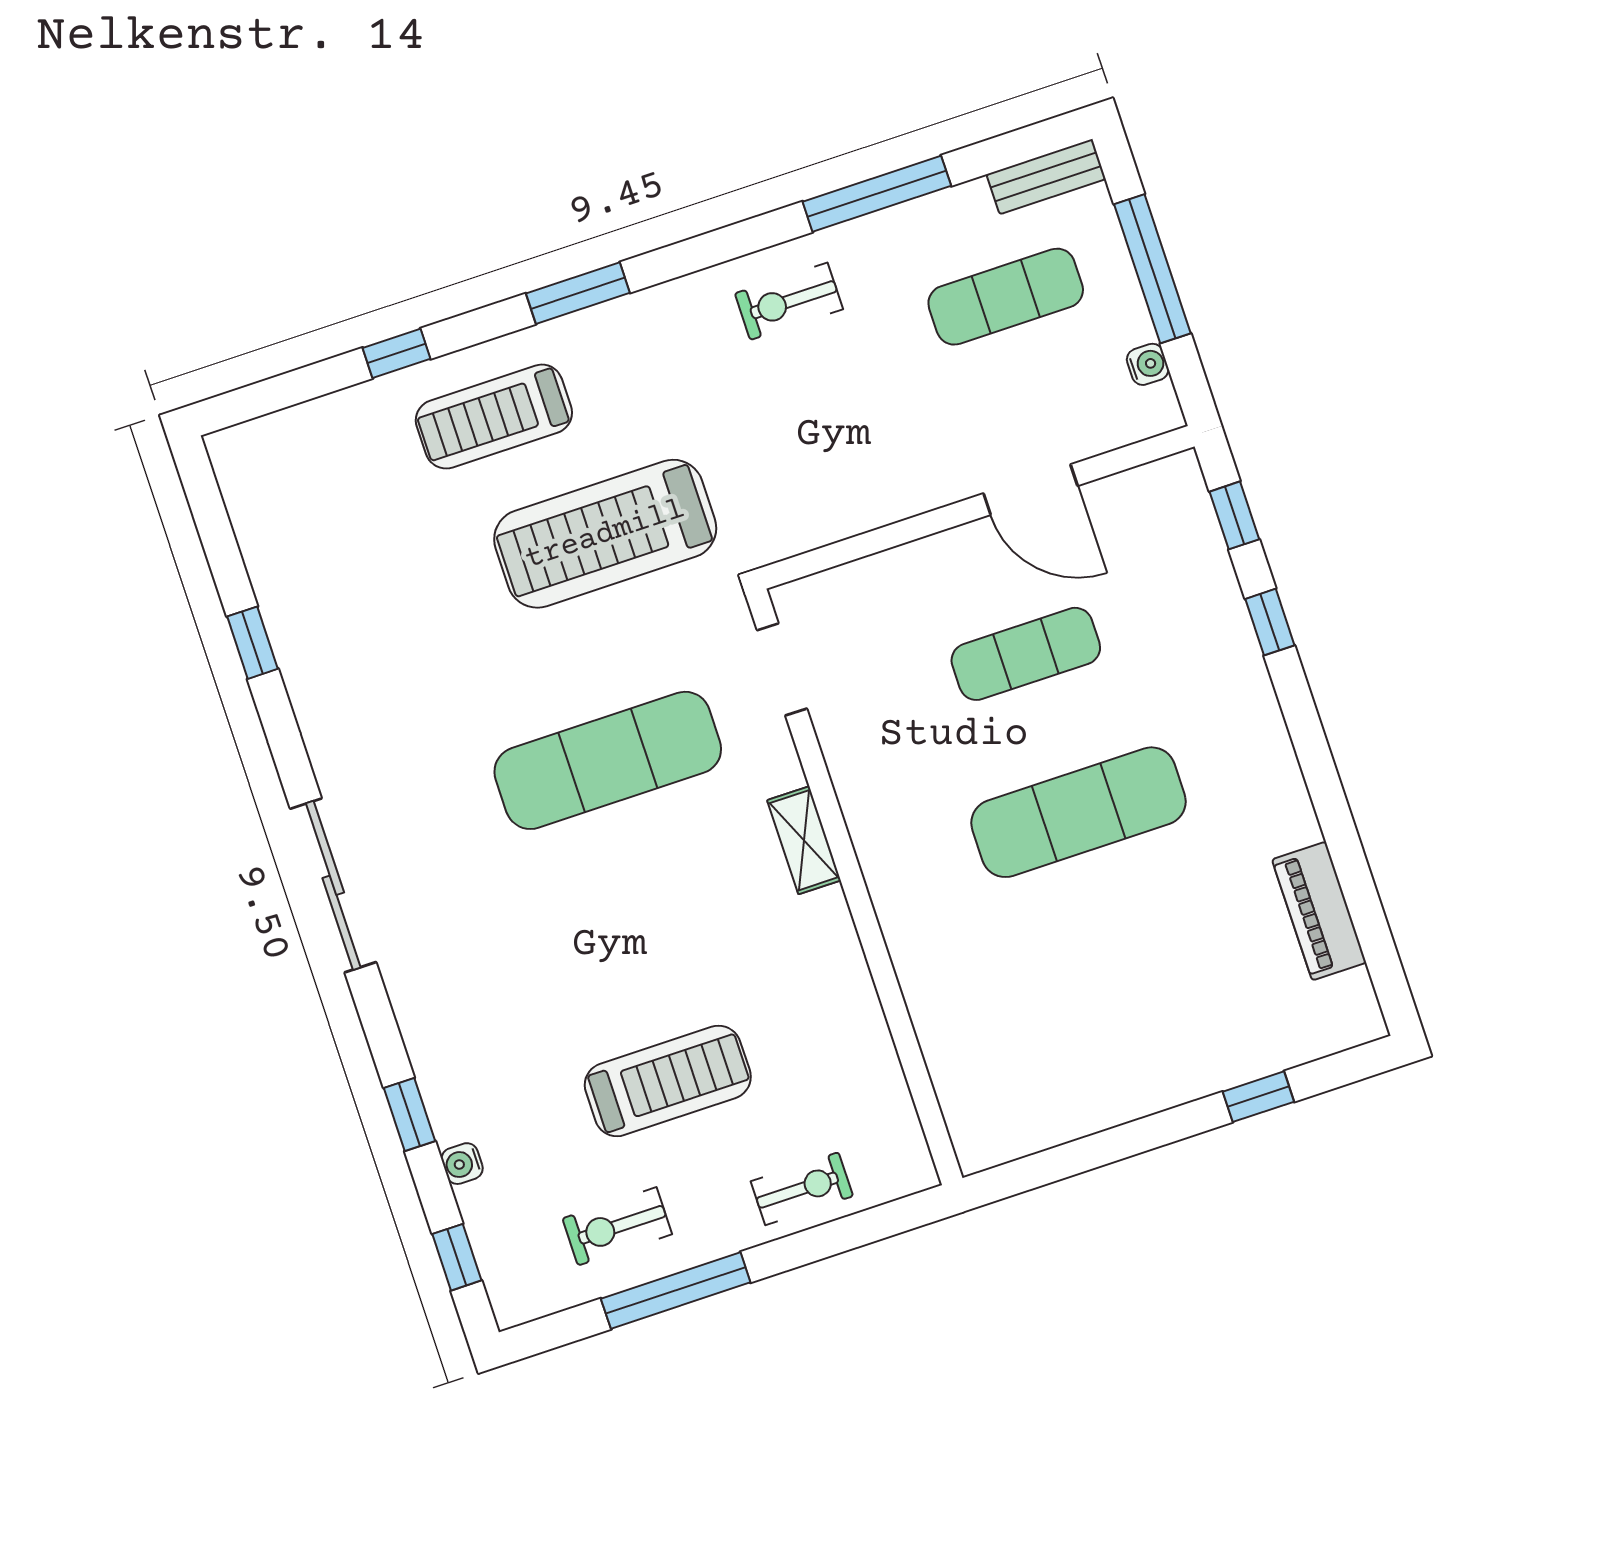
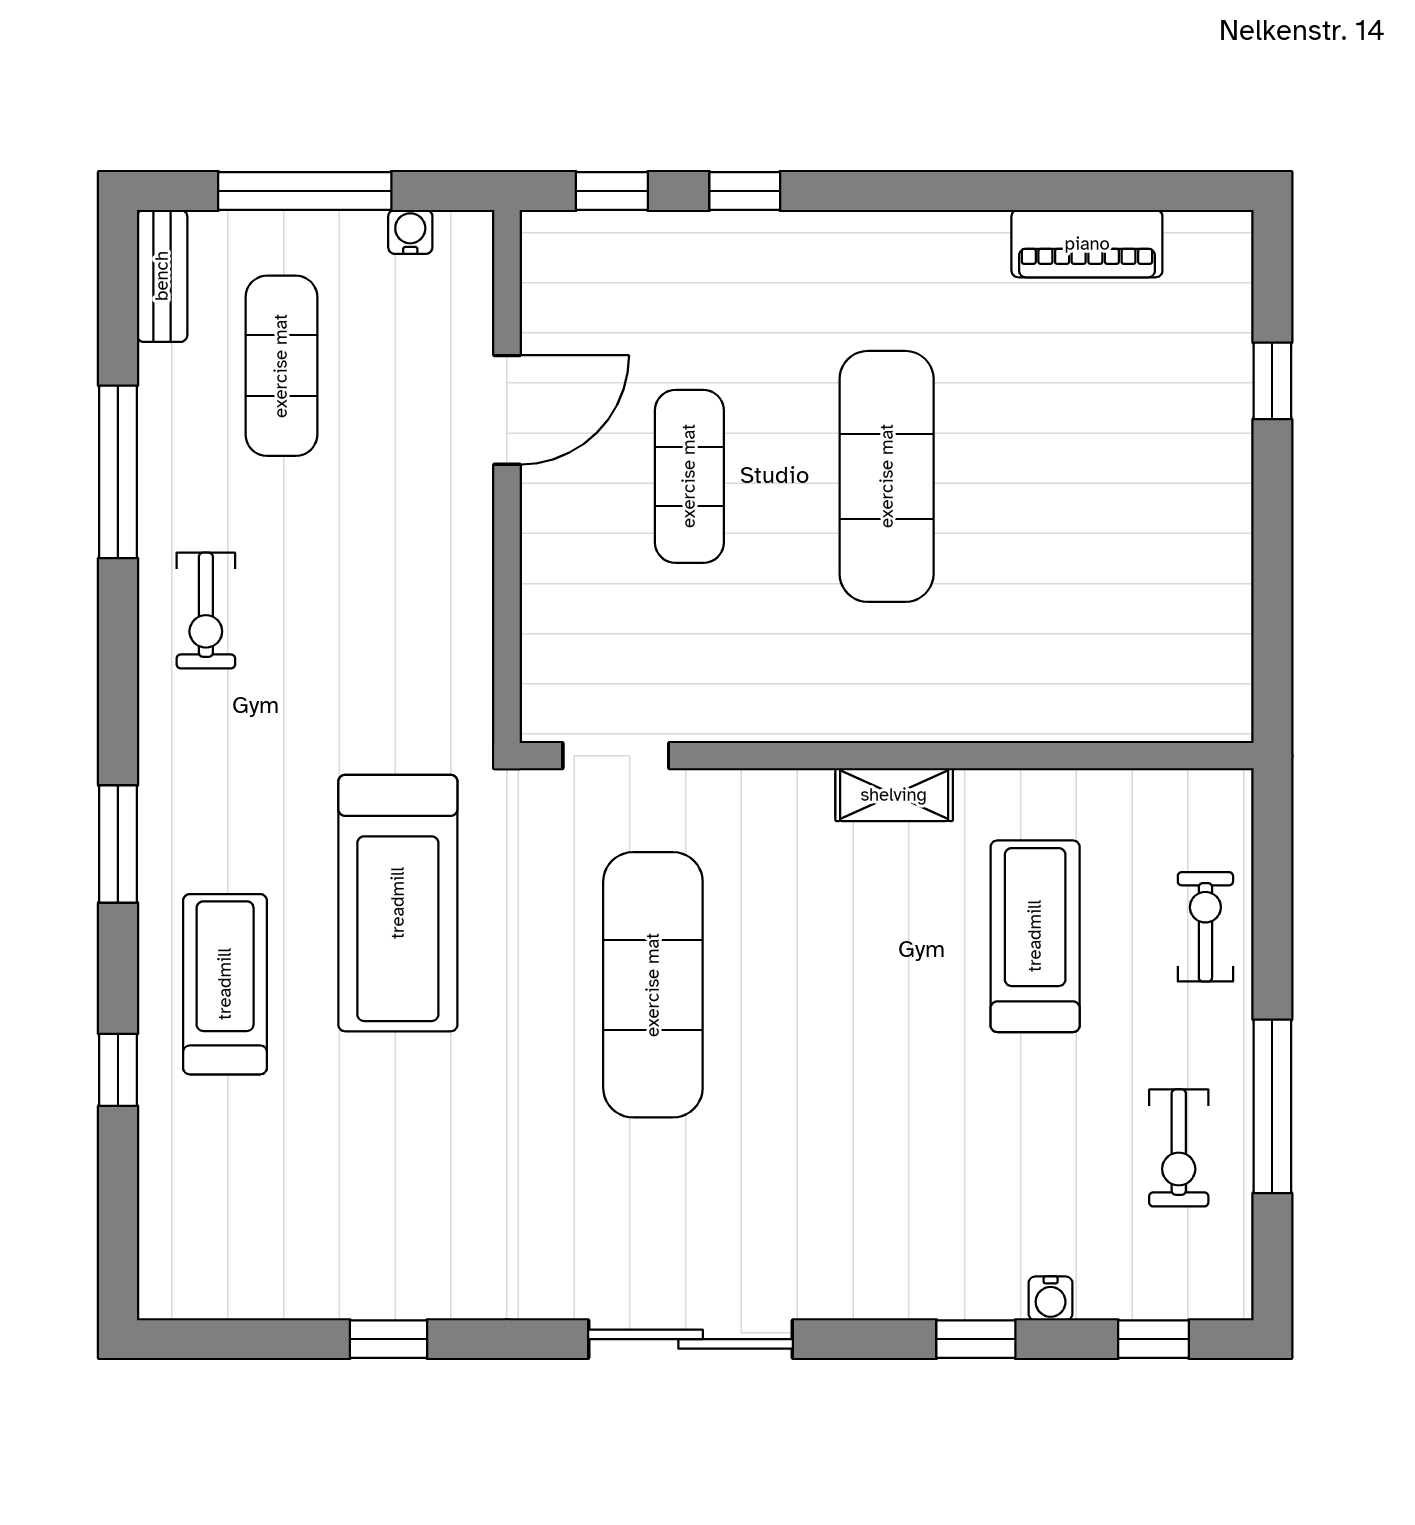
treadmill: (494, 417) -> (225, 984), turned 180
shelving: (804, 840) -> (894, 795), moved
treadmill: (668, 1081) -> (1035, 936), moved

